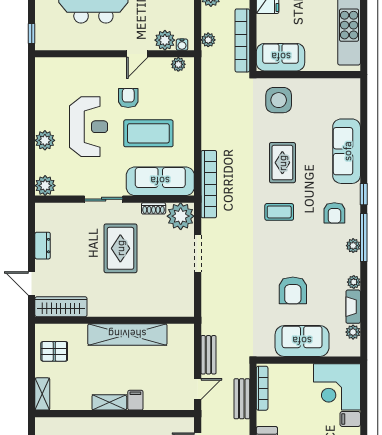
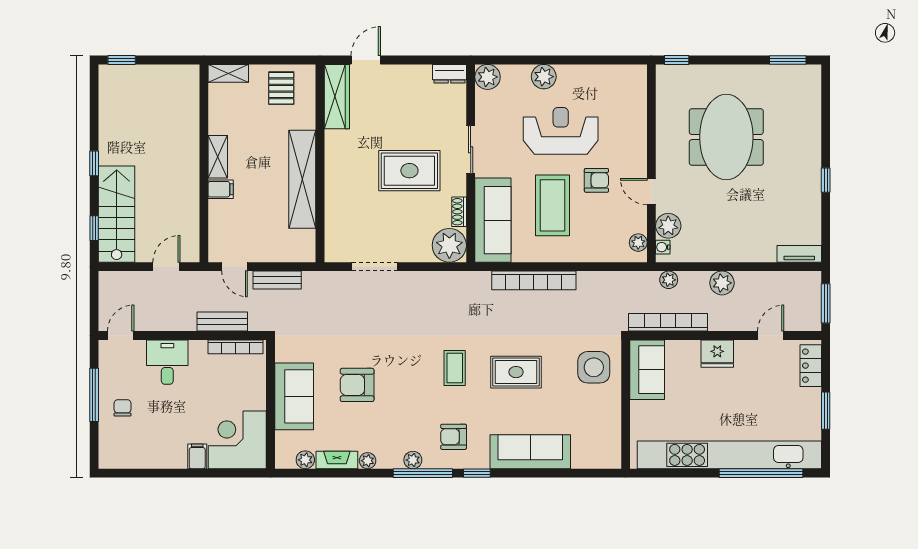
reception desk: (89, 127) -> (561, 131), turned 180
bookcase: (209, 184) -> (534, 280), moved
dresser: (43, 246) -> (450, 74), moved
doorway: (198, 254) -> (374, 267), moved

